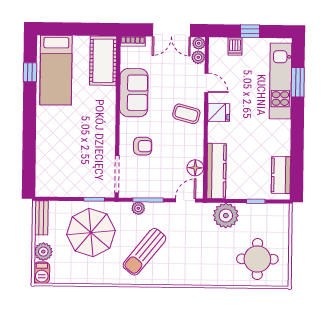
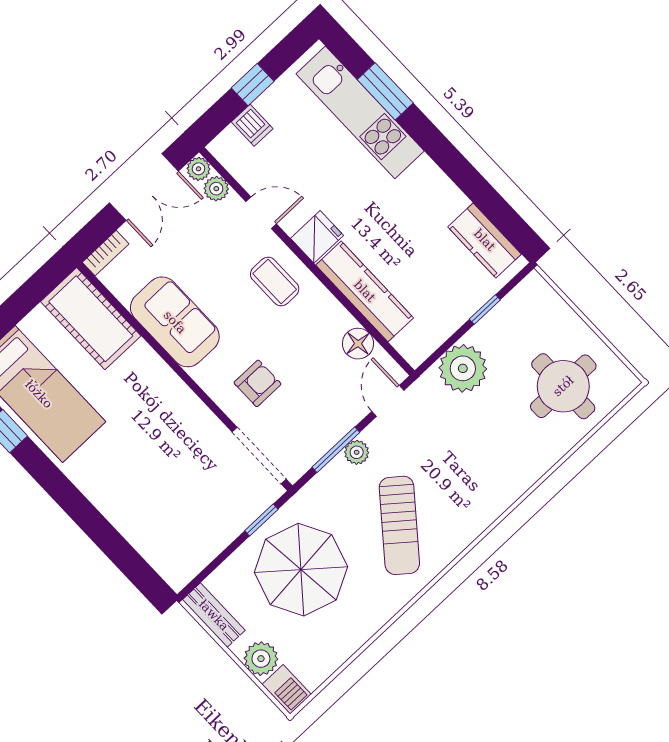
coffee table: (186, 114) -> (275, 282), turned 75
kitchen counter: (217, 171) -> (365, 291), moved
plant: (138, 208) -> (357, 452), moved

